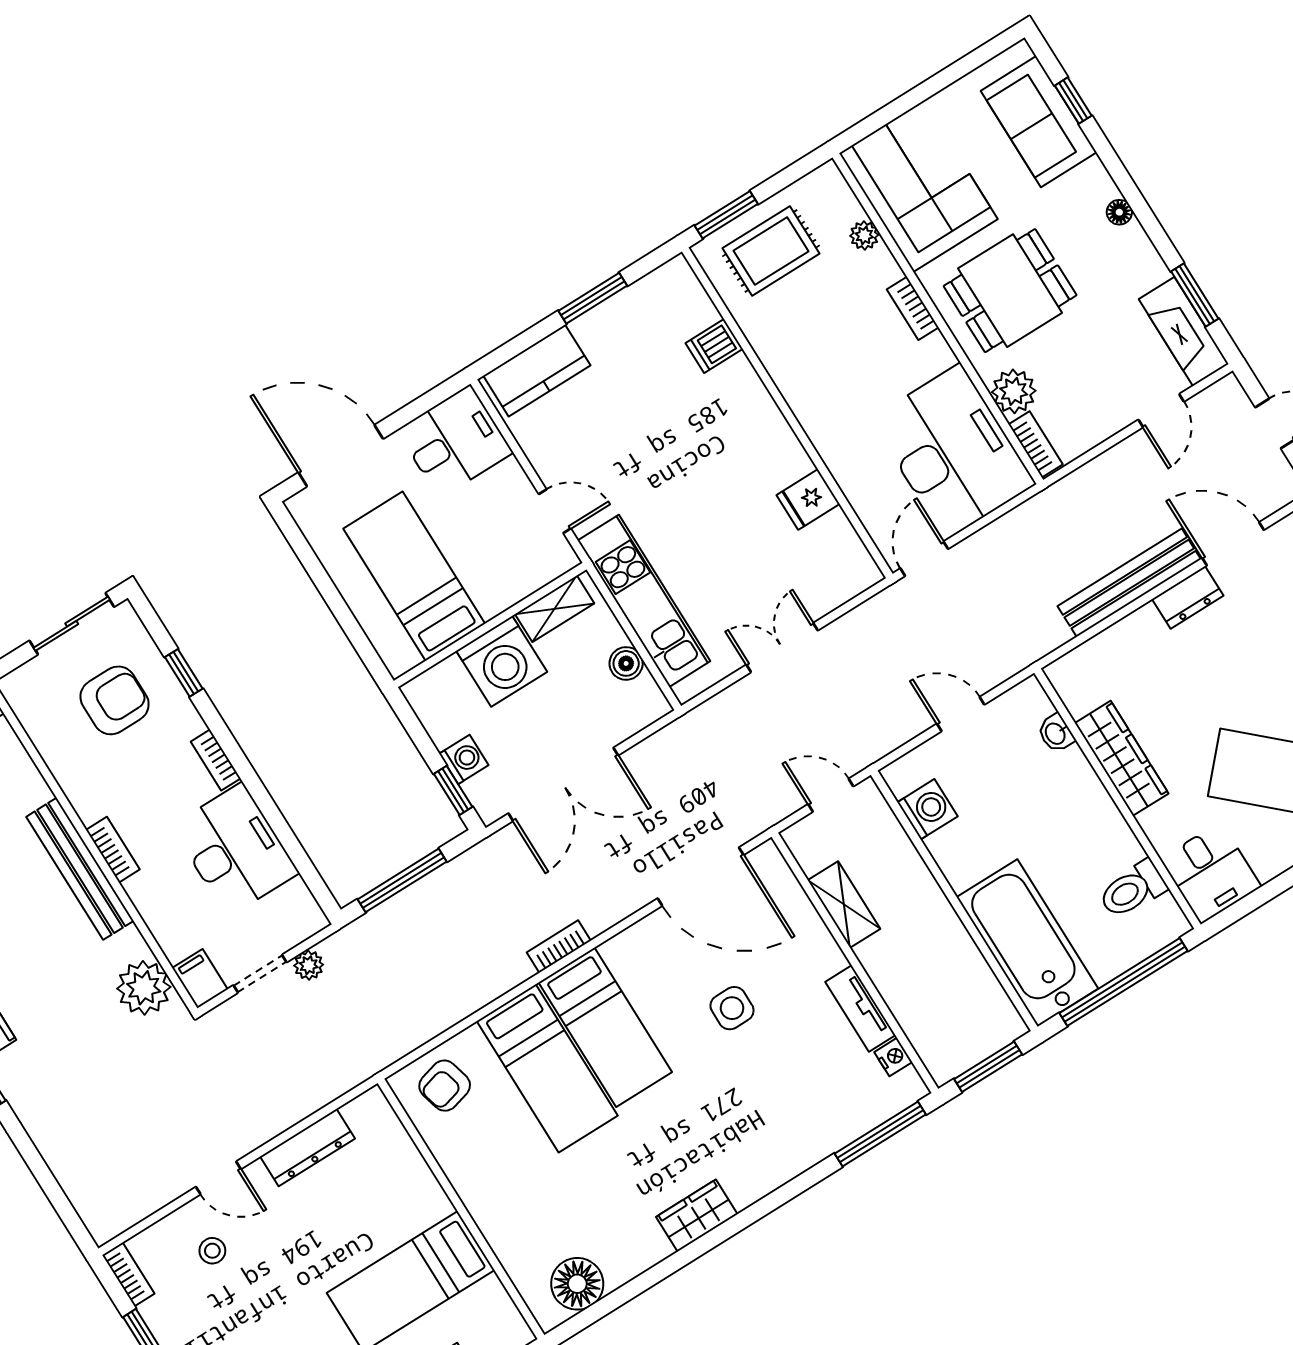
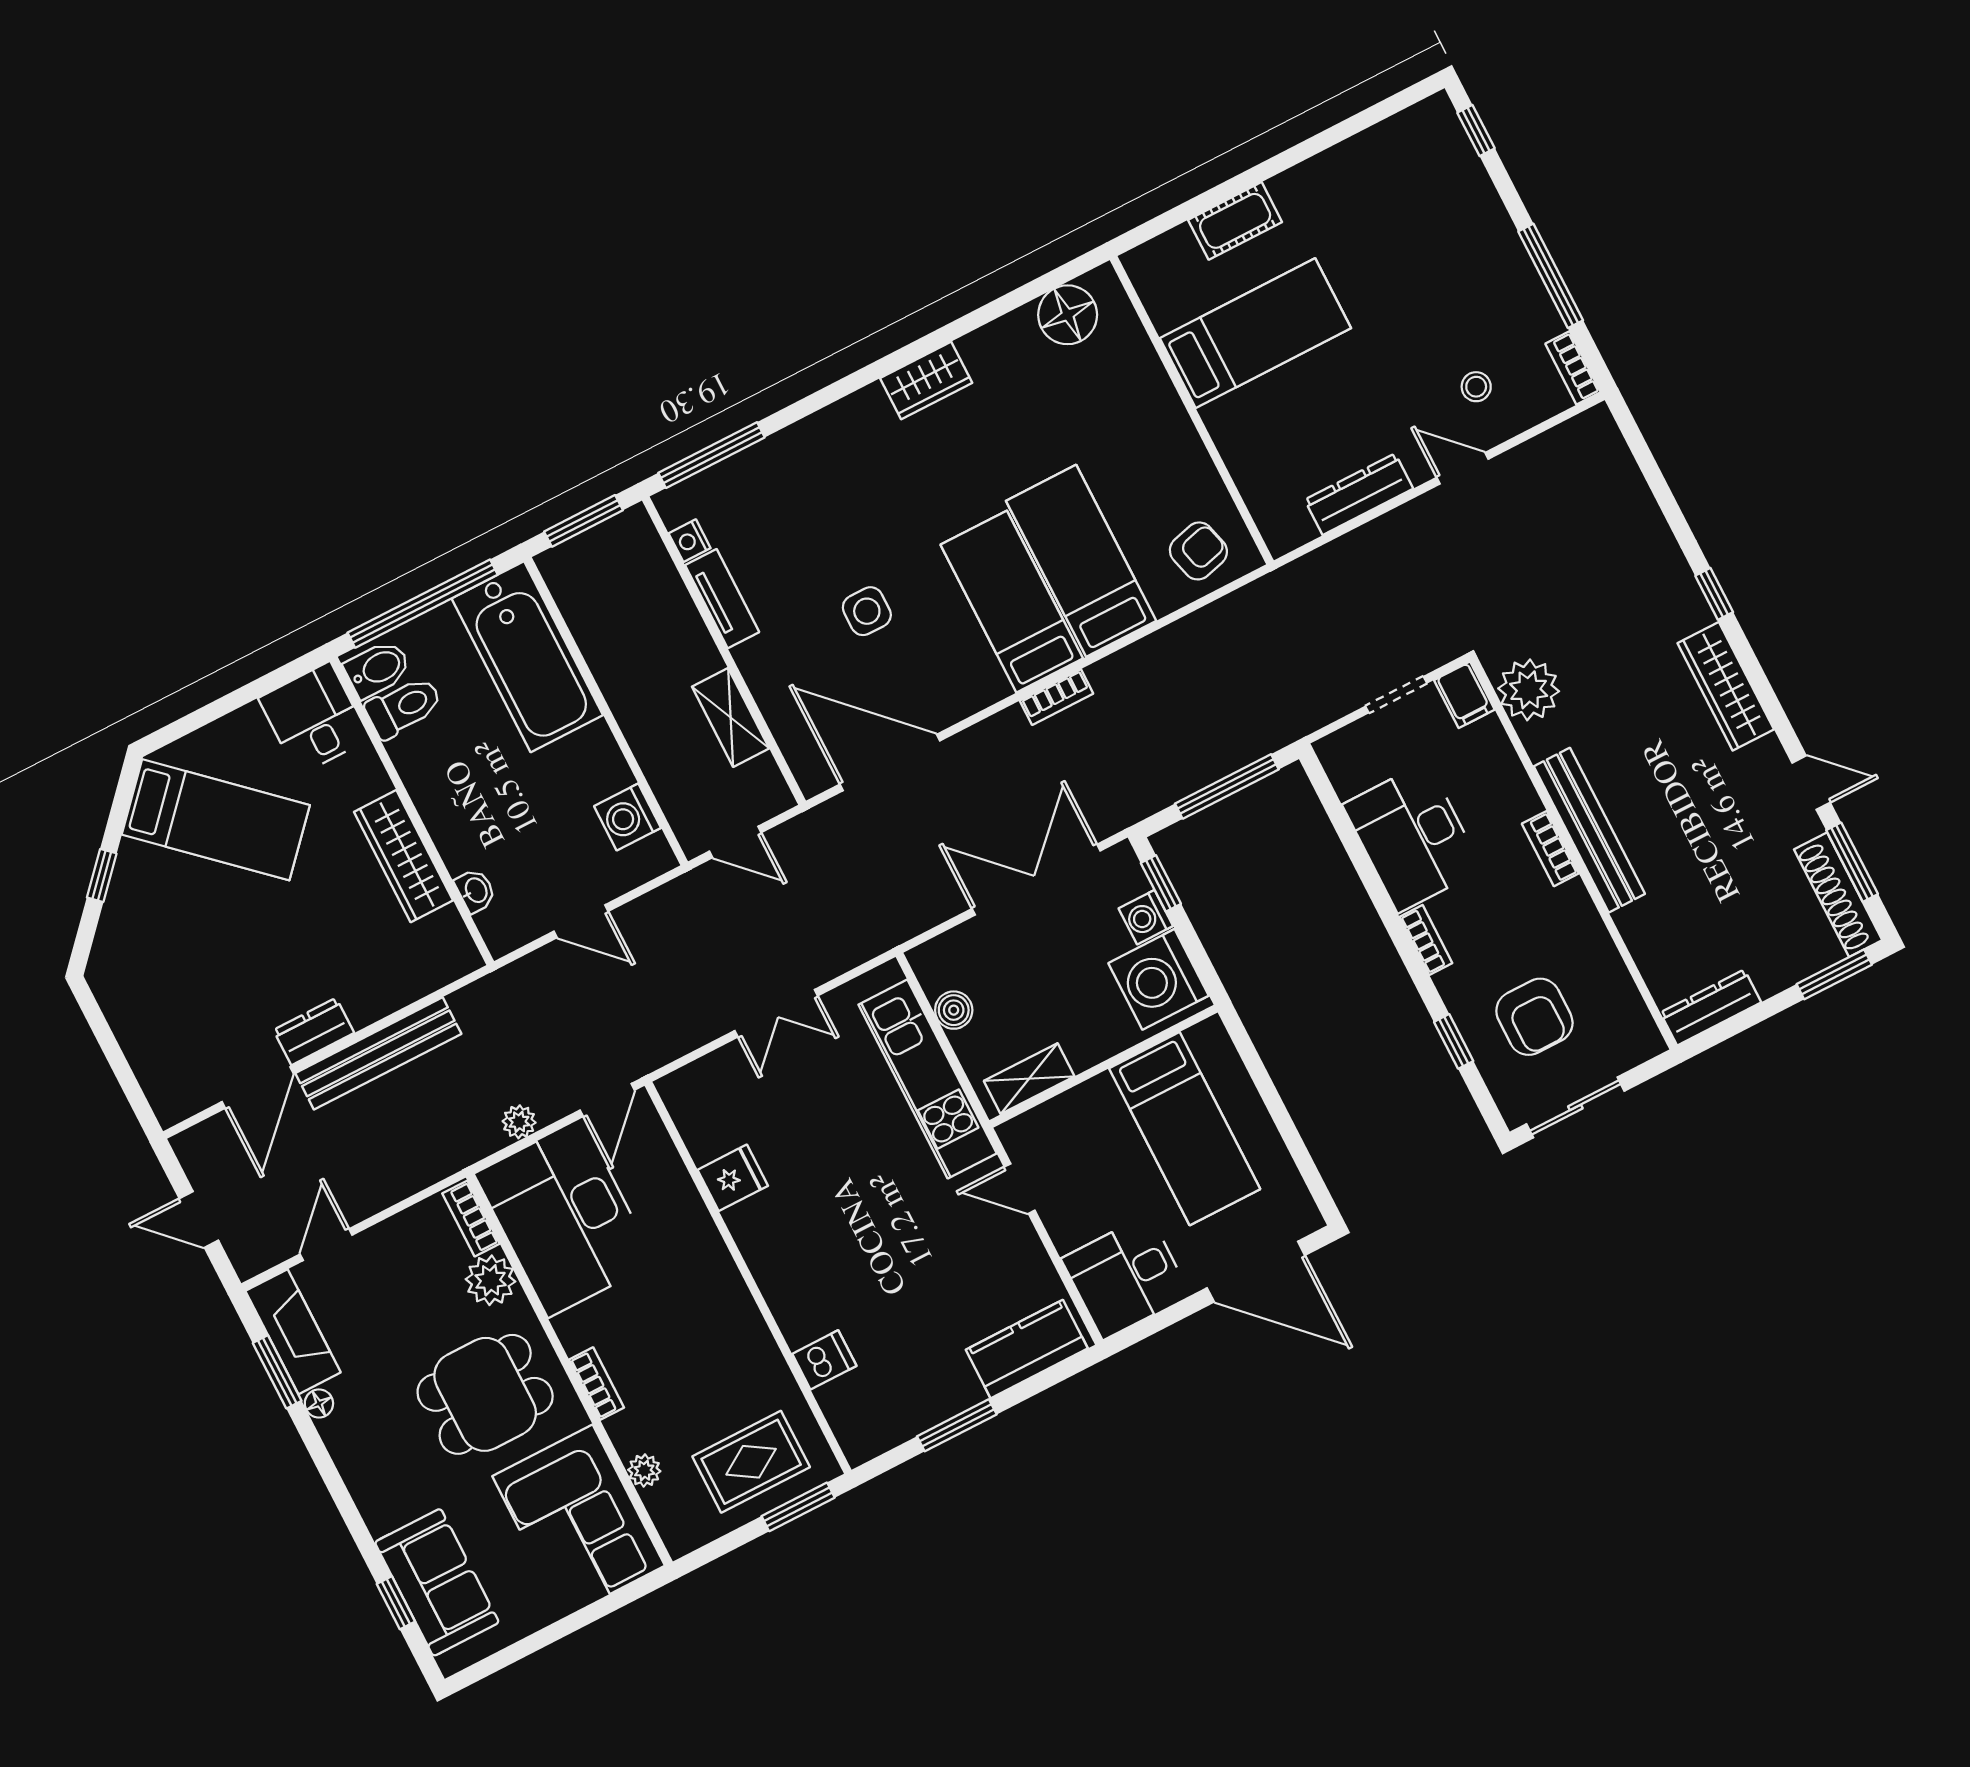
floor lamp: (1119, 212) -> (319, 1403), moved
door: (1233, 544) -> (258, 1087), hinge flipped
washing machine: (502, 661) -> (1159, 979), moved, turned -90
armchair: (115, 700) -> (1534, 1017), turned -90
bidet: (1158, 921) -> (378, 669), added
plant: (309, 965) -> (519, 1122), moved

